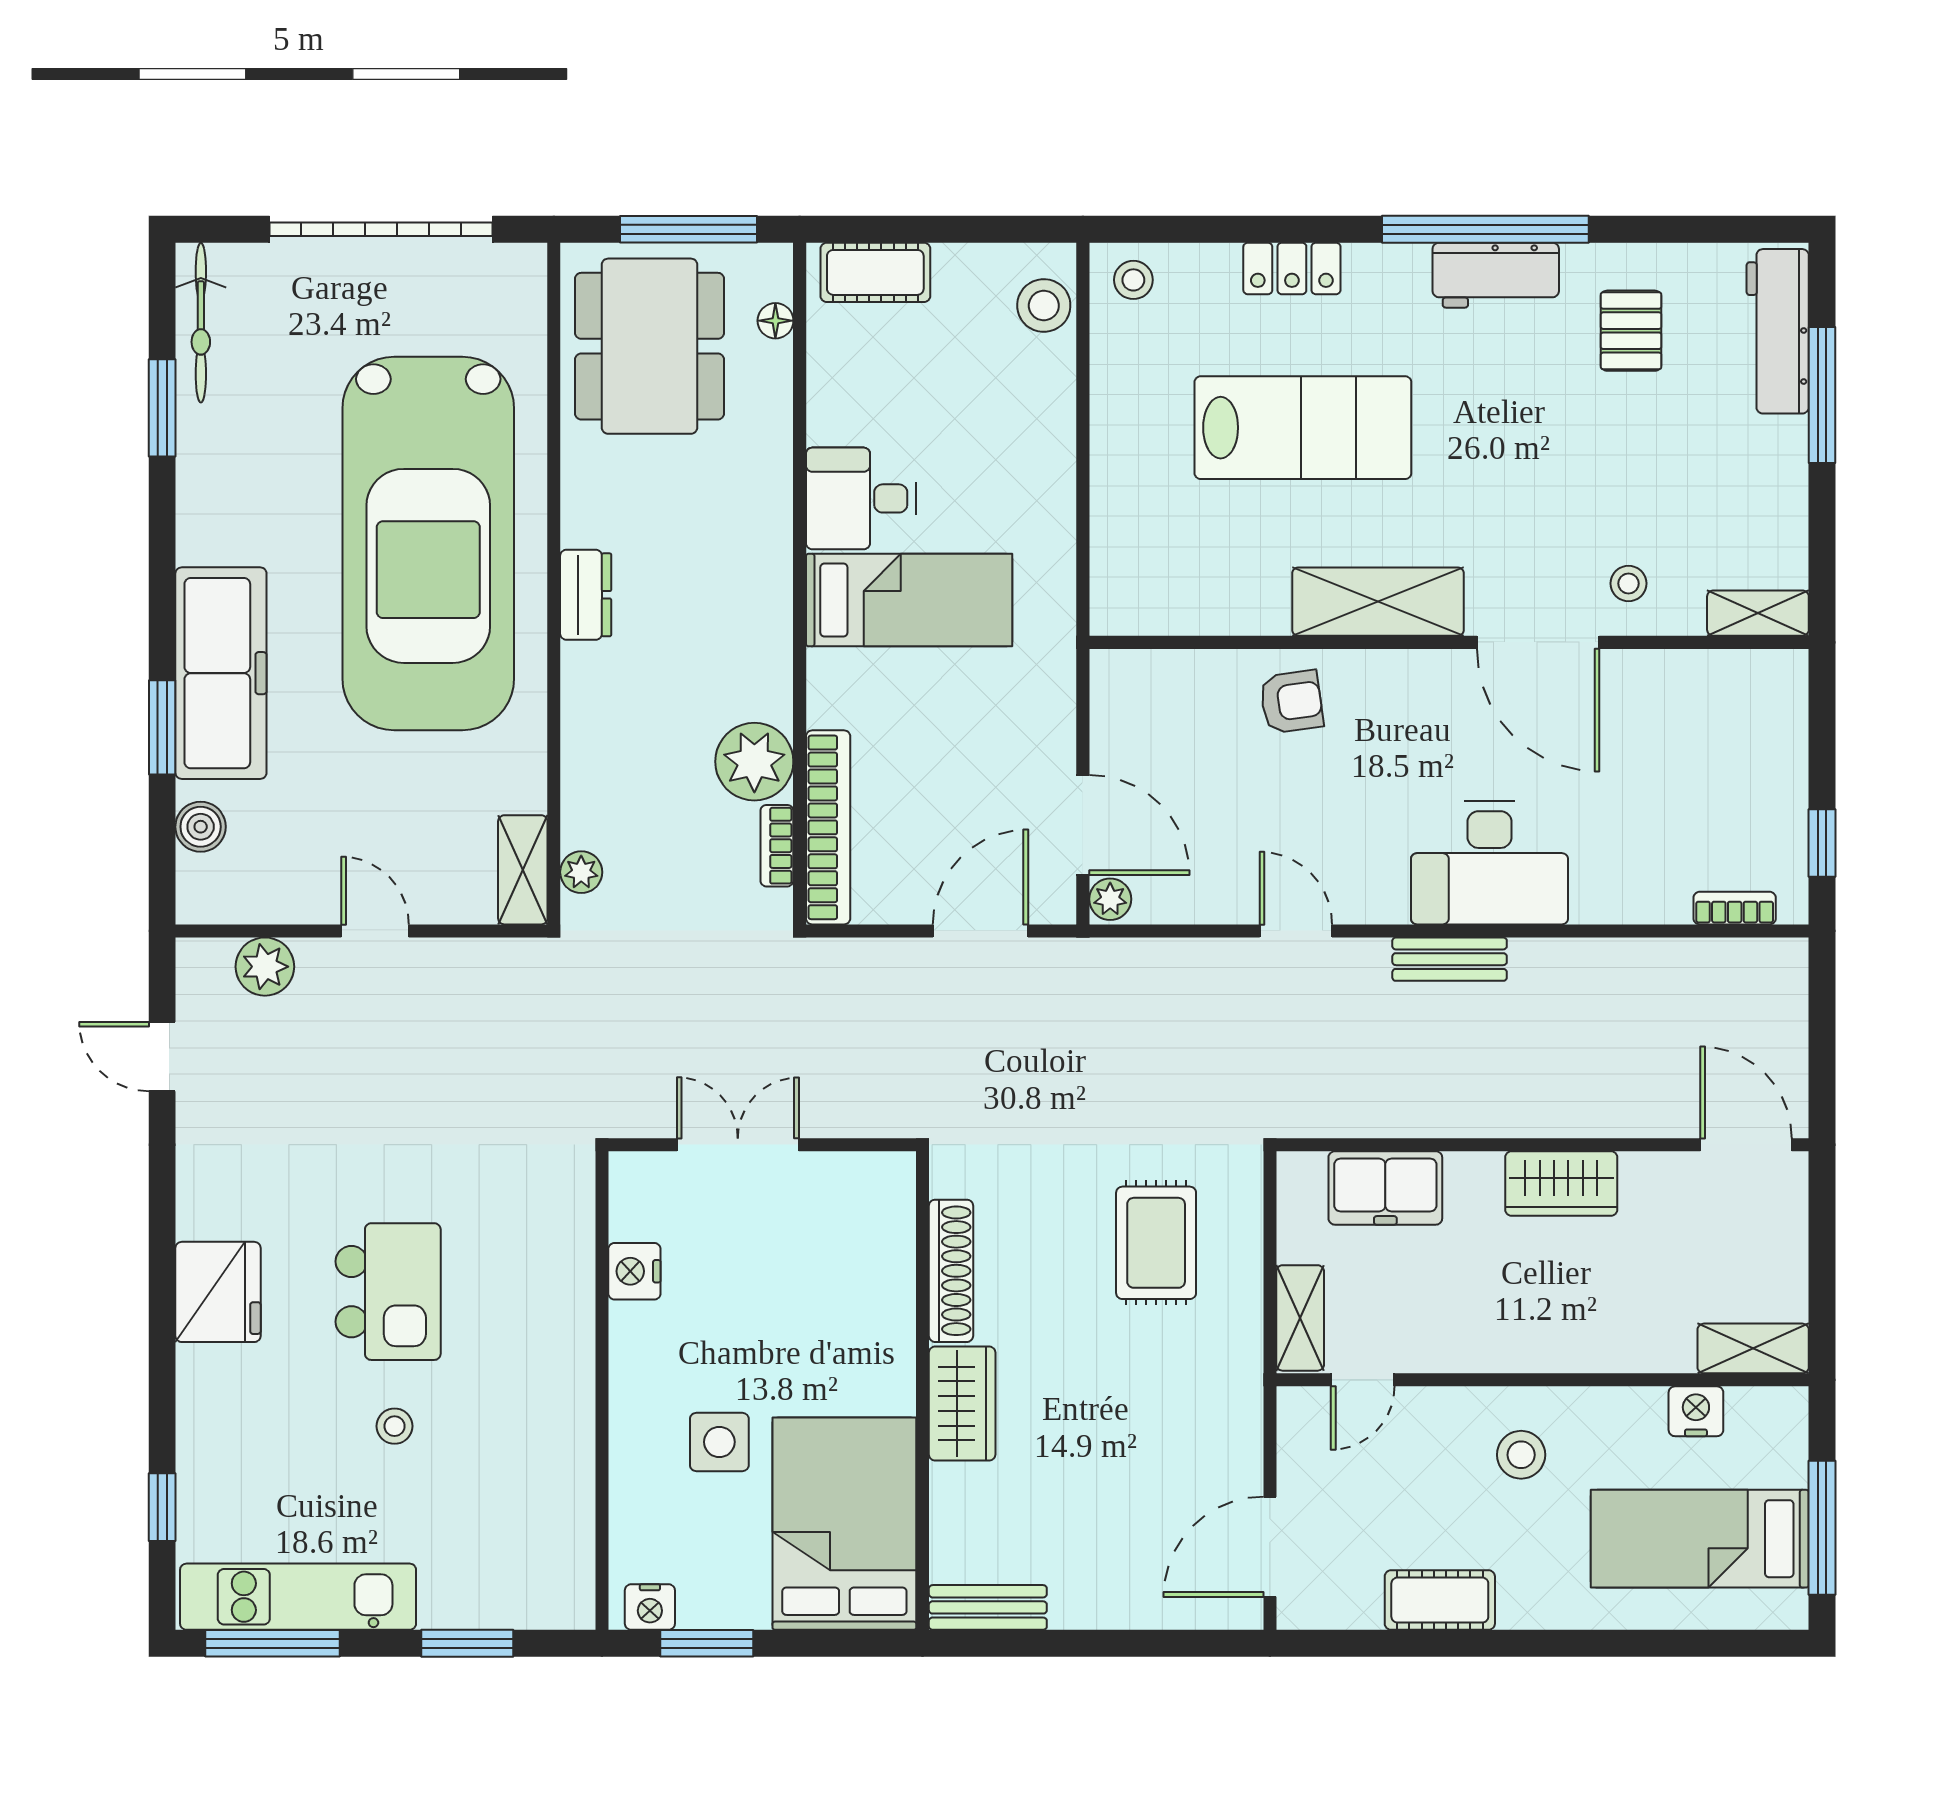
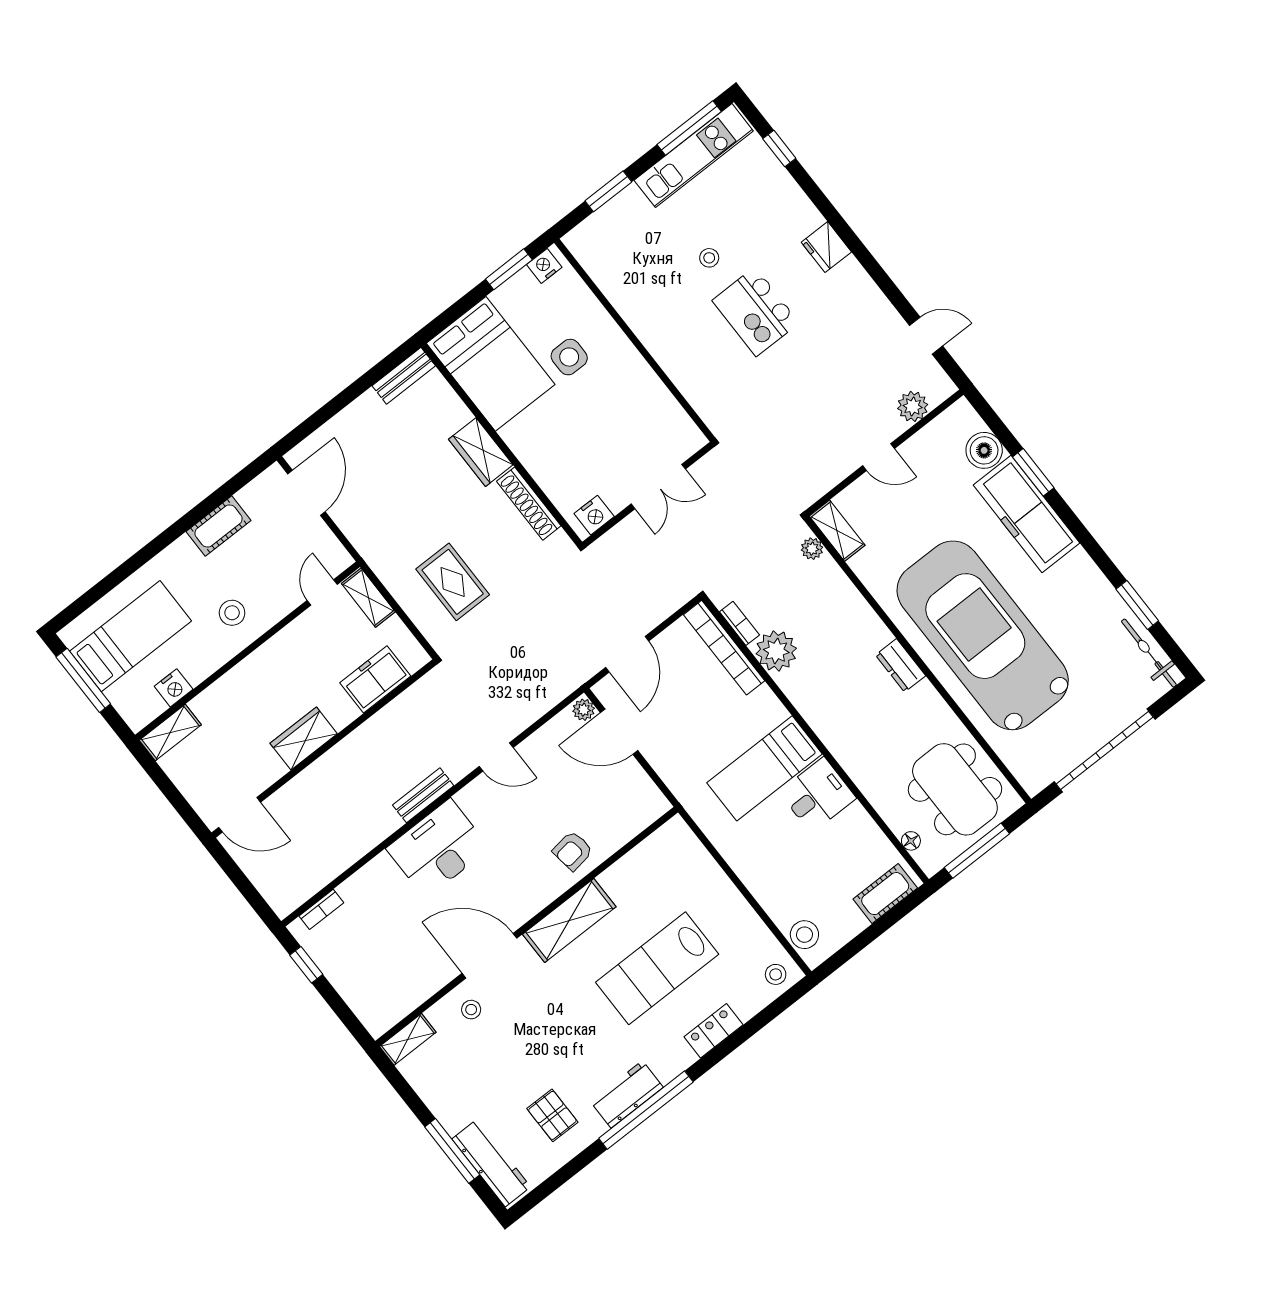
boiler: (201, 827) -> (984, 450), width x1.36, depth x1.36
nightstand: (634, 1271) -> (594, 515), moved, turned 90
fridge: (218, 1292) -> (826, 247), width x0.73, depth x0.75

